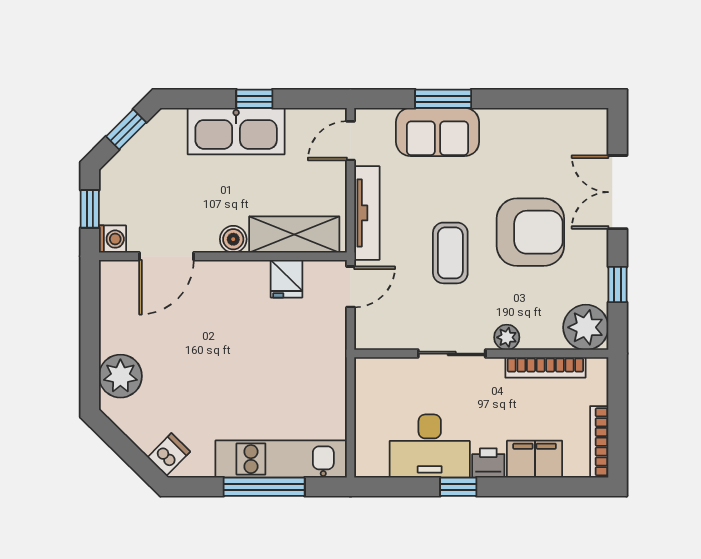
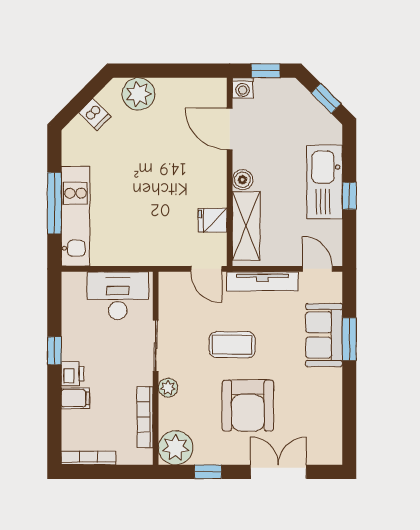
desk: (430, 446) -> (118, 296), moved, turned 90
dishwasher: (169, 455) -> (95, 115), moved
filing cabinet: (535, 459) -> (75, 398), width x0.50

